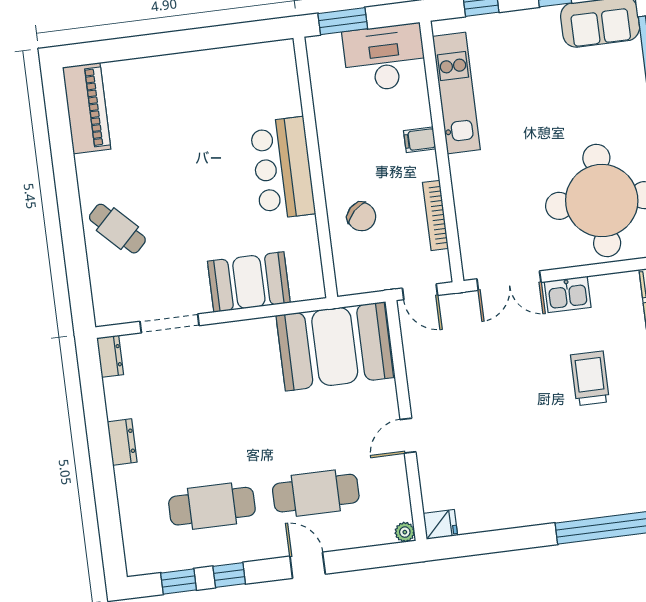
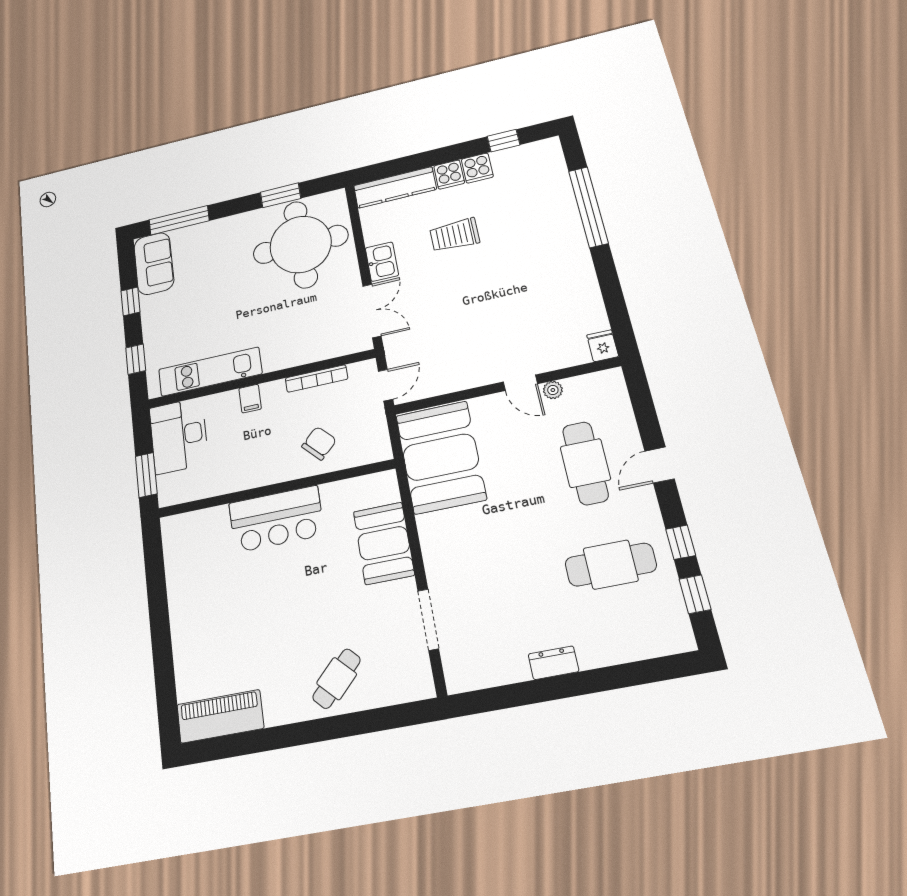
dresser: (110, 356) -> (465, 680), removed
cafe table: (212, 506) -> (611, 565), turned 90
plant: (405, 532) -> (553, 390), moved

